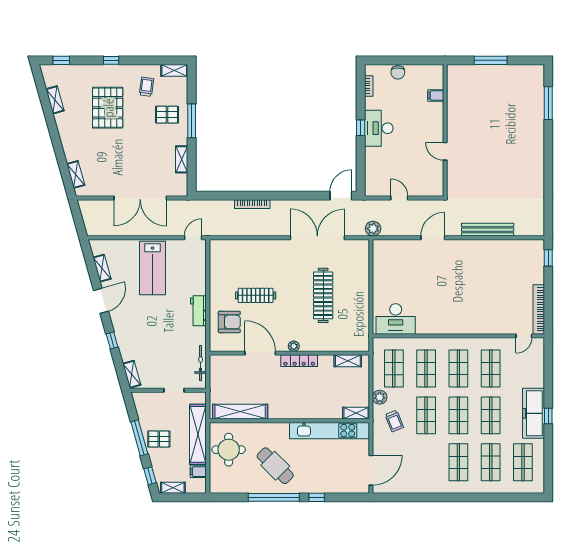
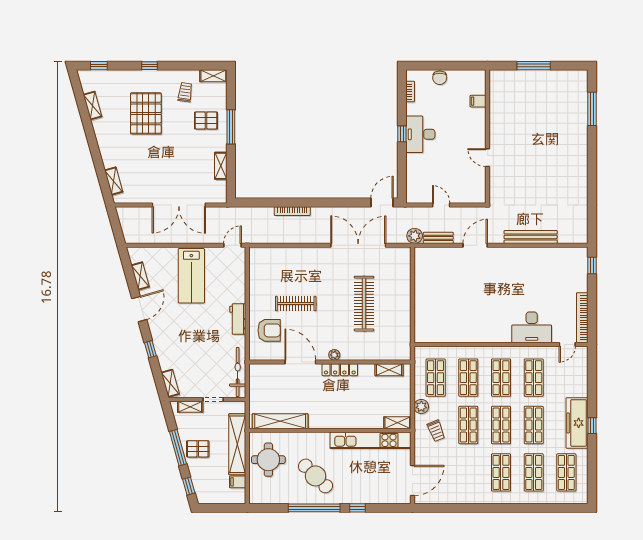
bench: (396, 231) -> (438, 238), added
desk: (396, 319) -> (532, 327), moved
bicycle: (201, 363) -> (238, 372), width x1.37, depth x1.40
shelving: (173, 488) -> (190, 407), moved

